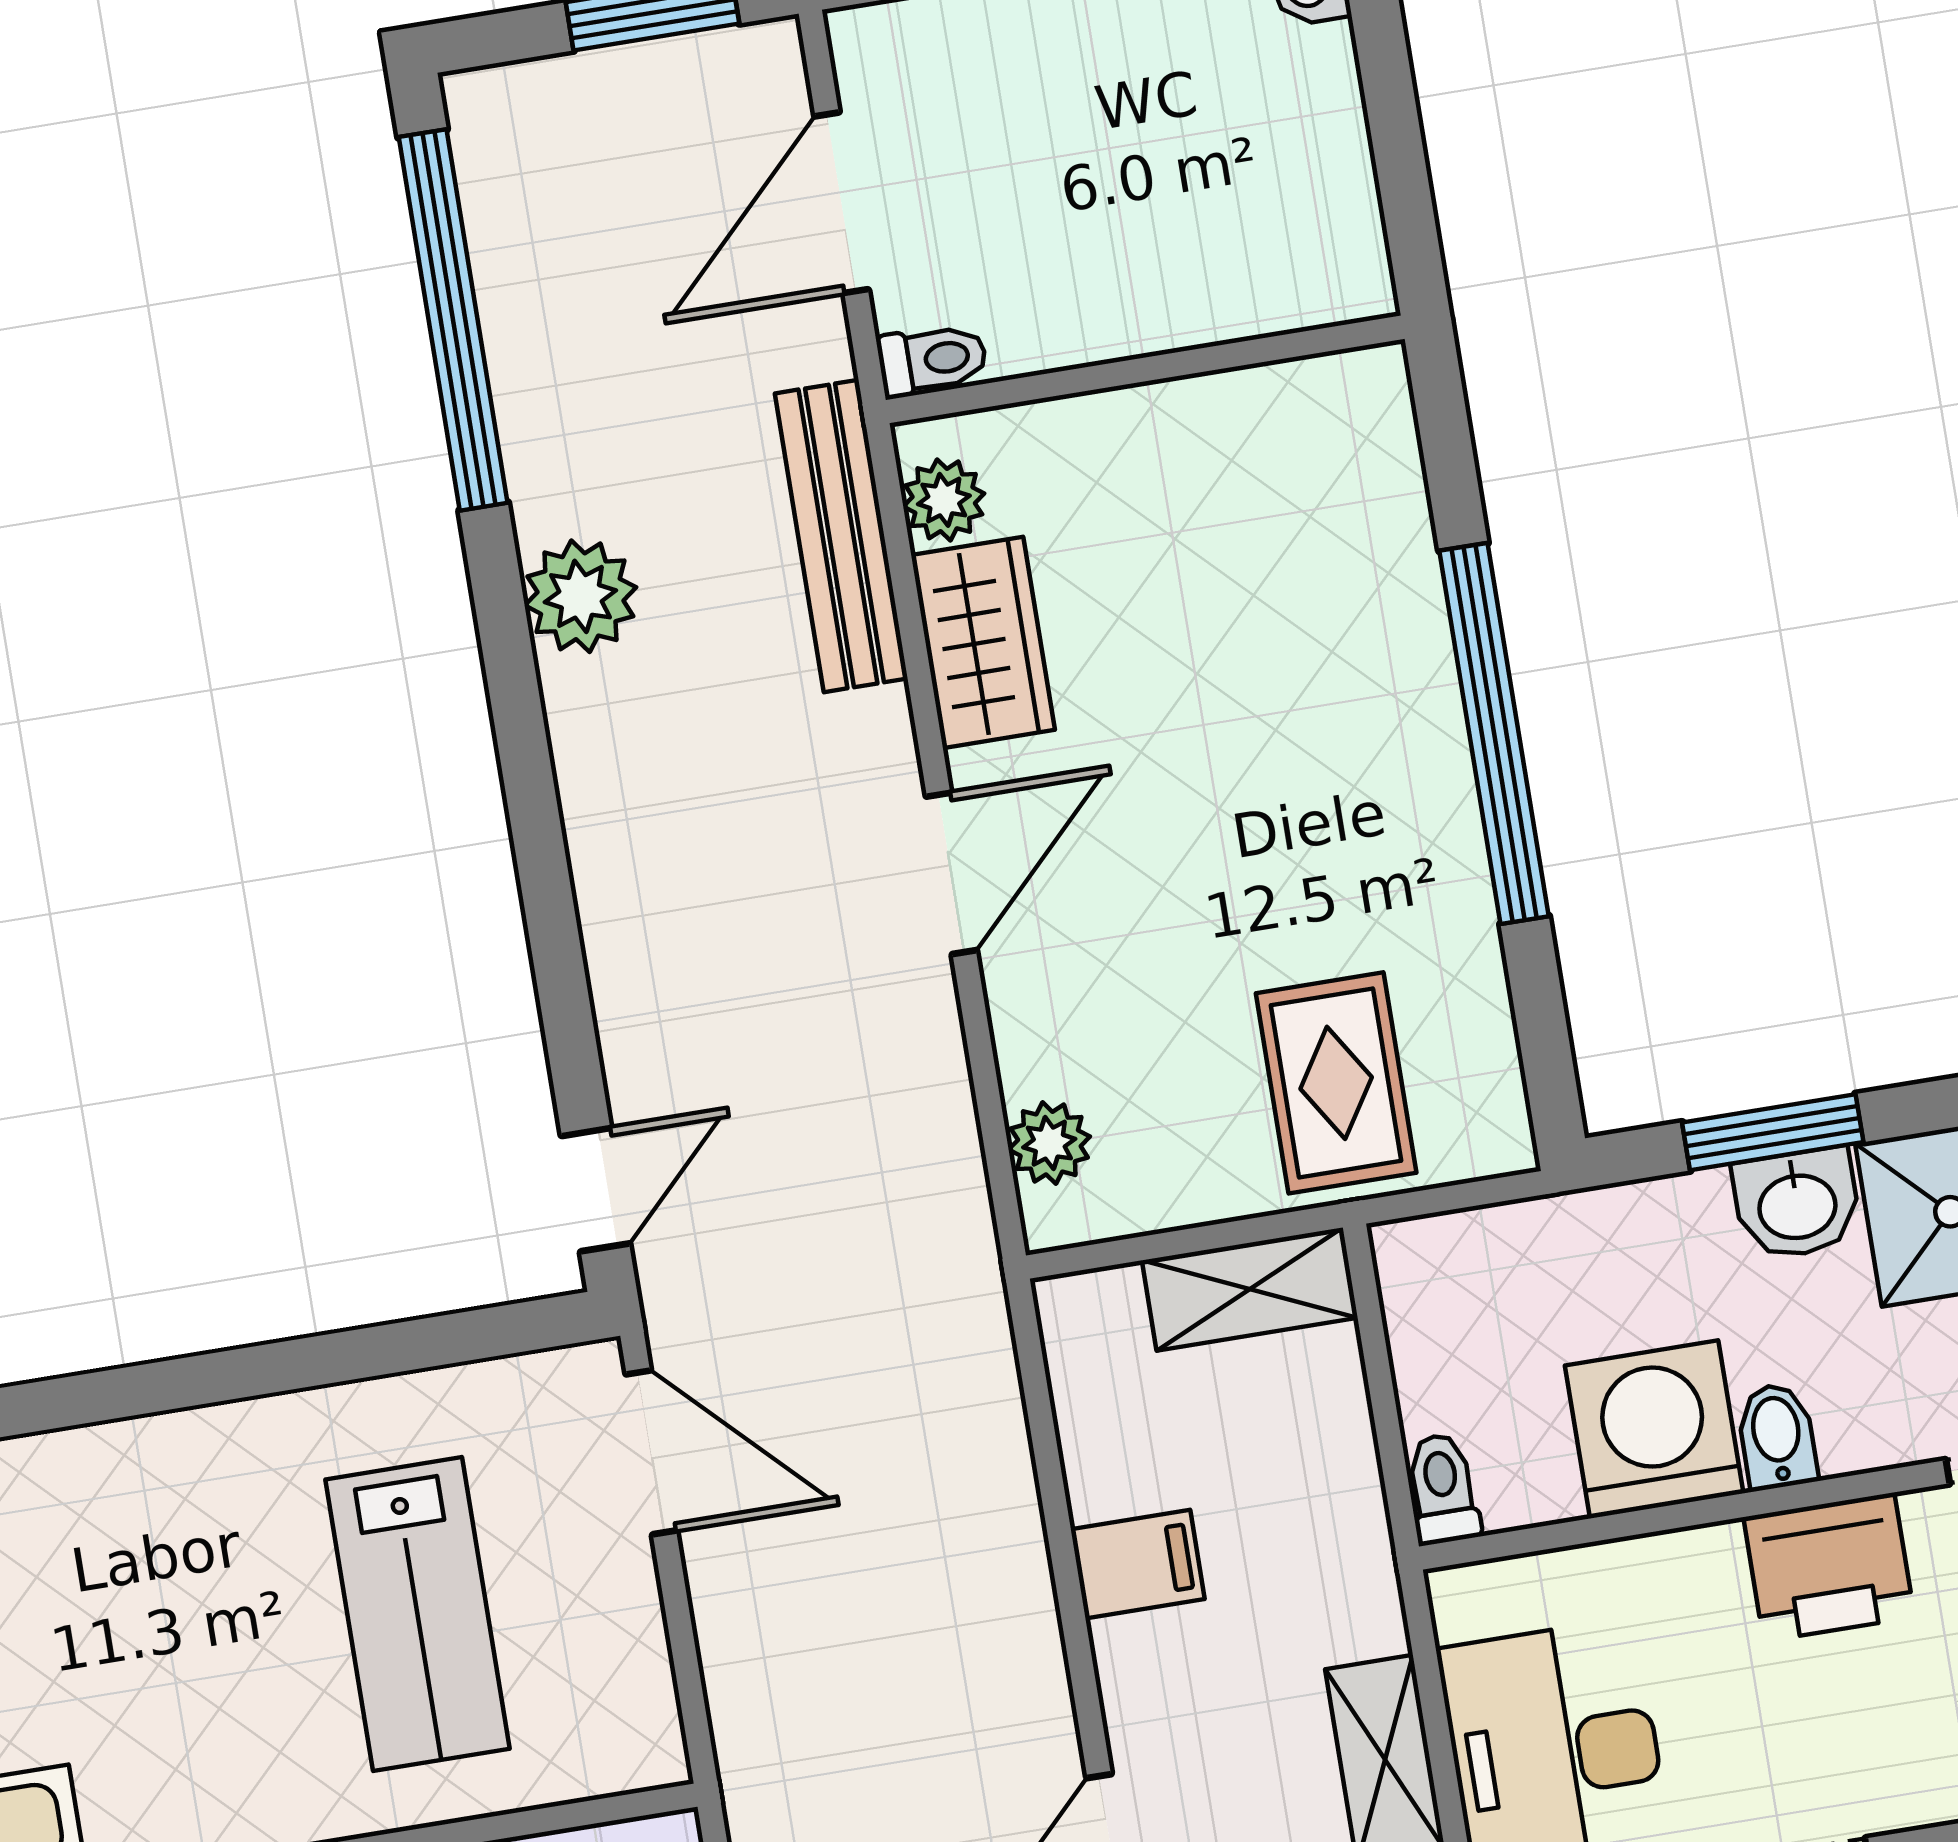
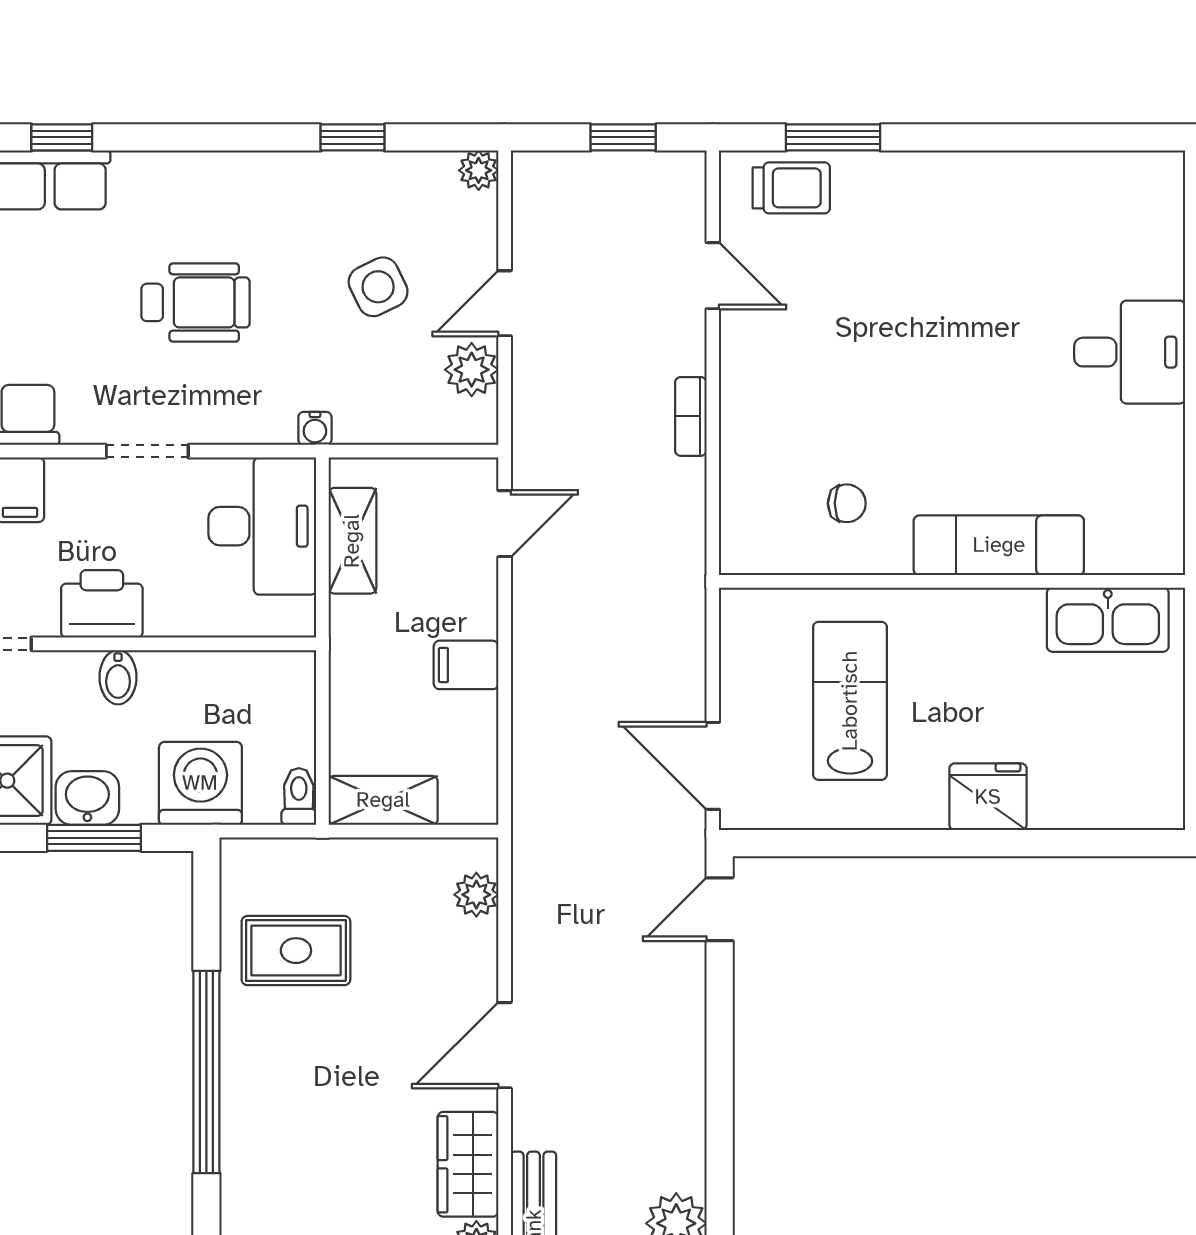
rug: (1336, 1083) -> (296, 951), moved, turned 90
washing machine: (1654, 1429) -> (200, 783), moved, turned 180
fridge: (134, 1479) -> (988, 797), added
toilet: (1443, 1489) -> (299, 796), moved, turned 180

